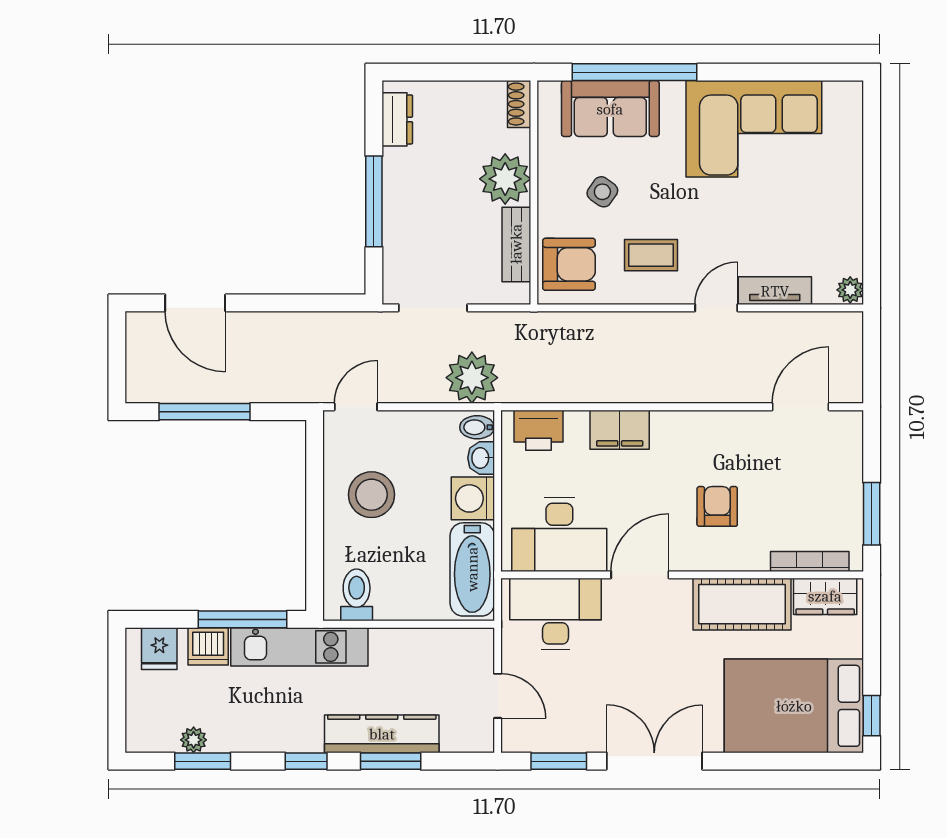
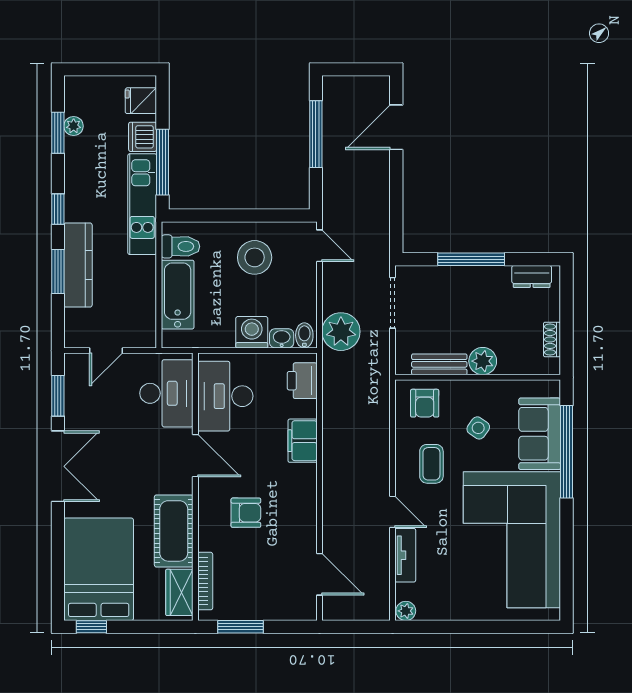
shoe rack: (519, 104) -> (552, 339), moved, turned -90
corner sofa: (754, 129) -> (512, 540), width x1.36, depth x1.36
plant: (505, 179) -> (483, 361), width x0.73, depth x0.73
armchair: (569, 264) -> (425, 403), width x0.72, depth x0.72
bathtub: (472, 569) -> (178, 295), moved, turned 90

